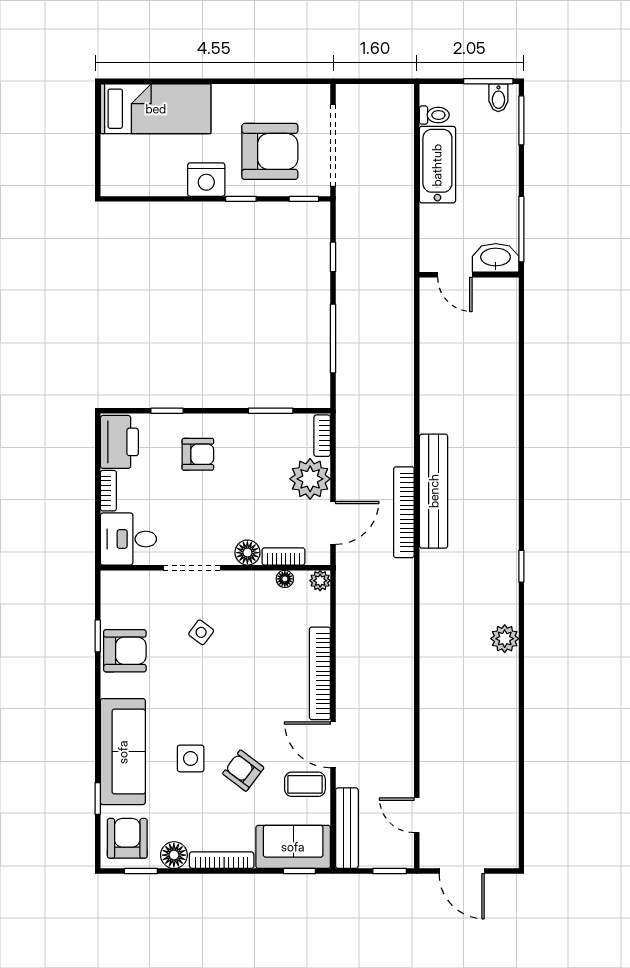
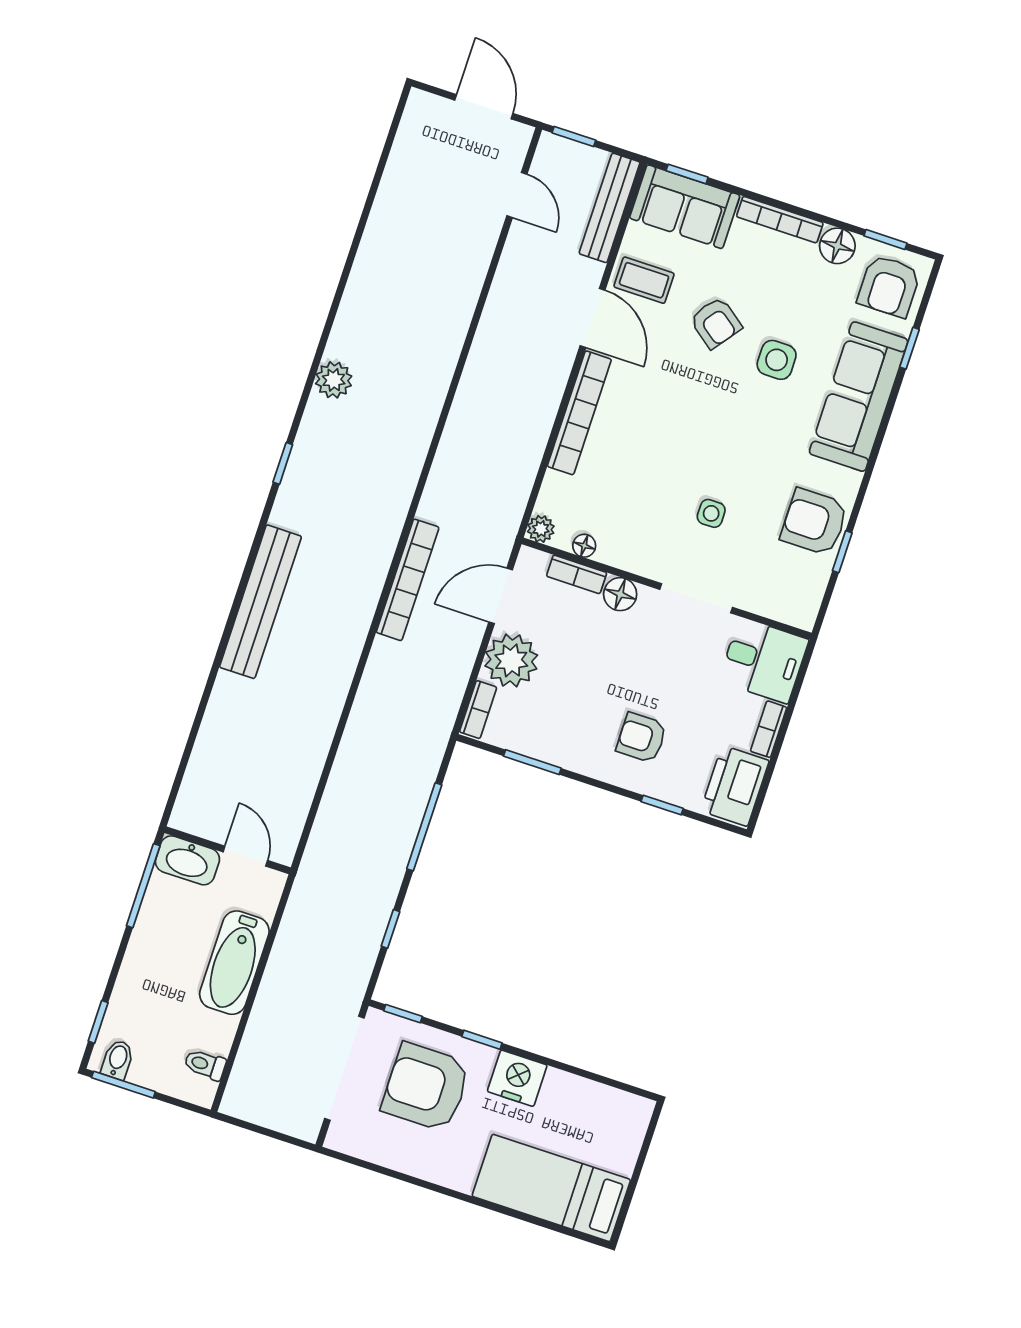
window: (521, 120) -> (98, 1022), width x0.67
bathtub: (437, 165) -> (234, 963), moved
bench: (434, 491) -> (260, 602), moved
side table: (201, 632) -> (711, 513), turned -37

